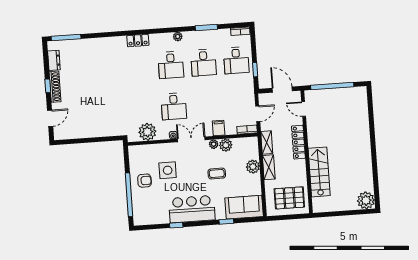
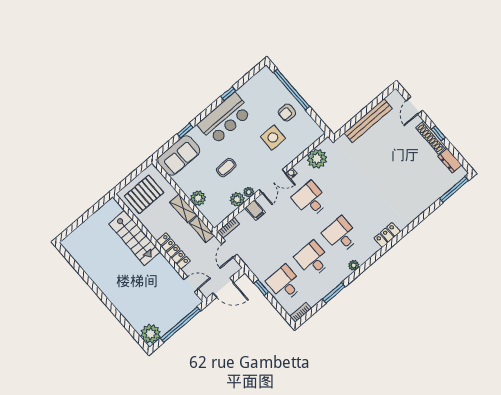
bench: (91, 132) -> (368, 121), added
plant: (366, 200) -> (151, 334), moved

